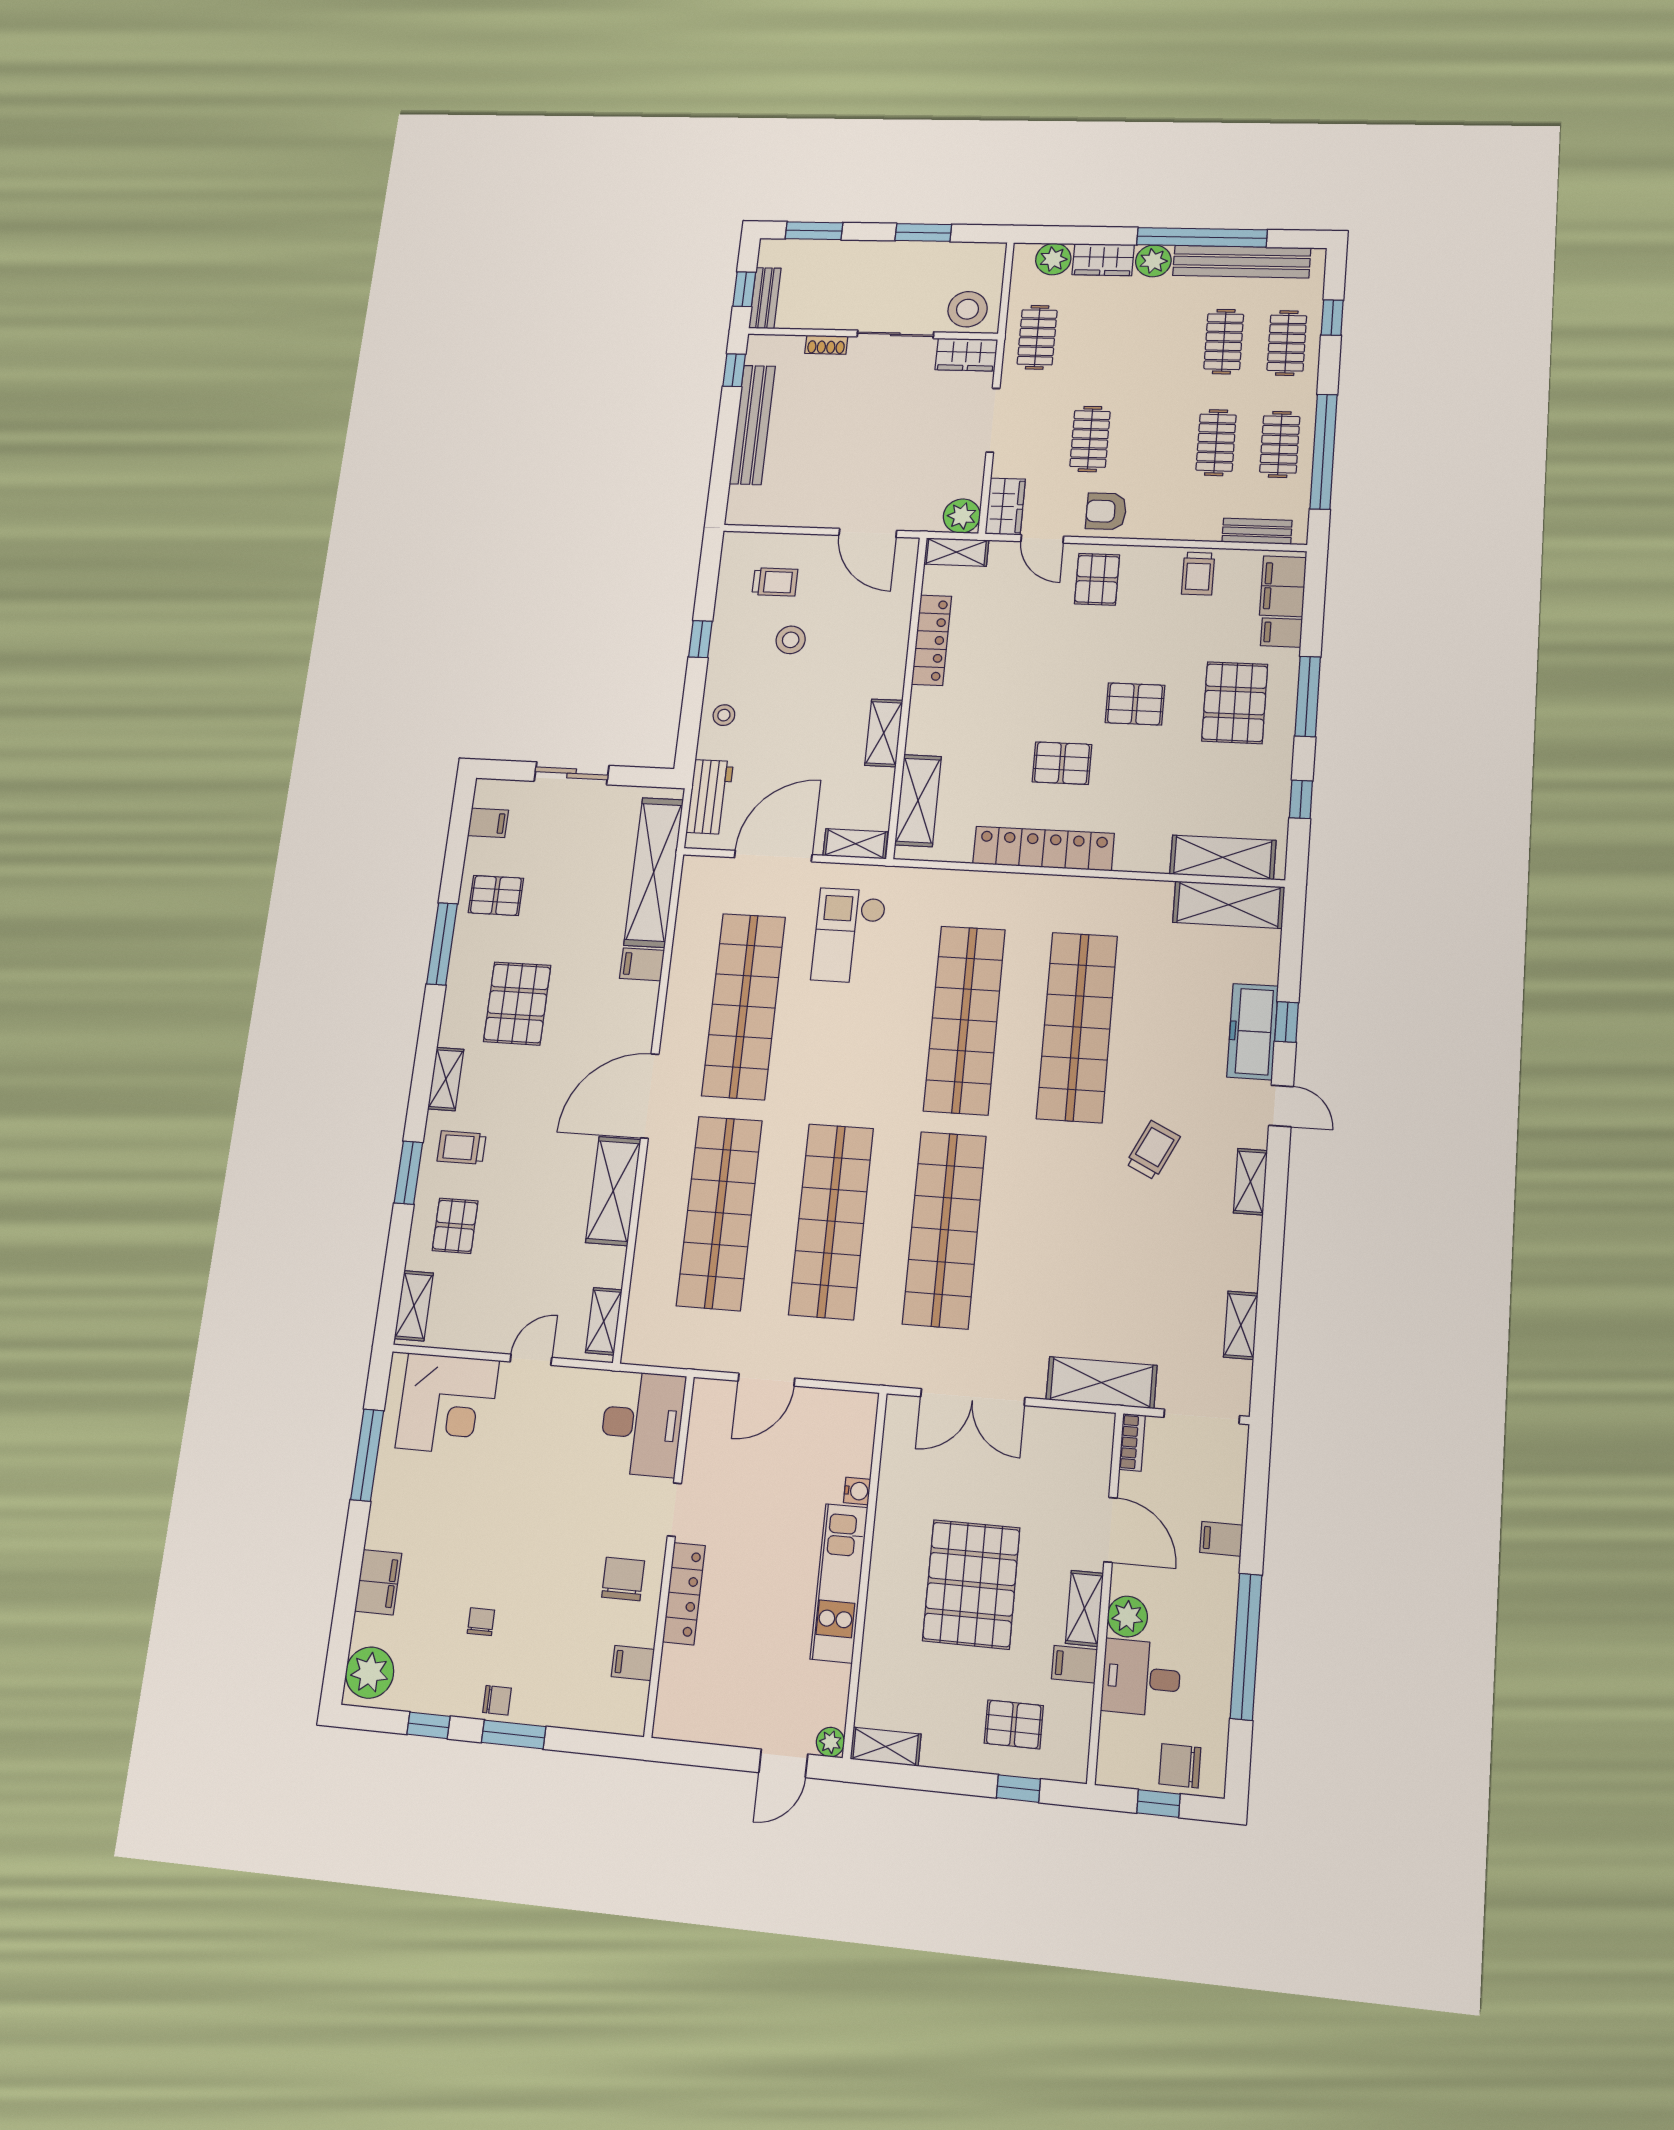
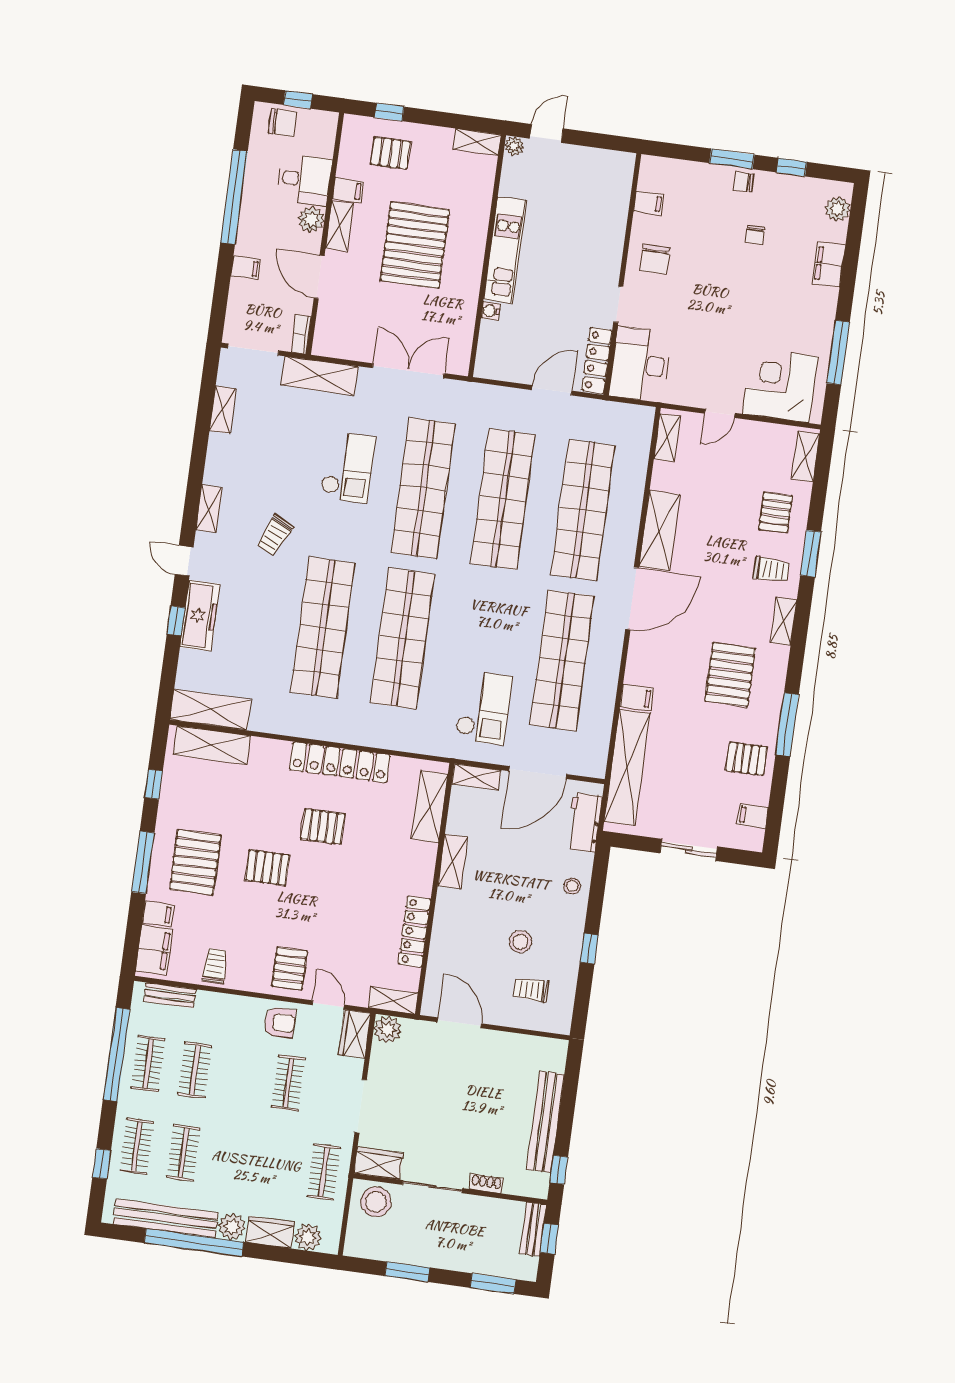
checkout: (1053, 1253) -> (348, 467), added
locker: (684, 1594) -> (597, 360), moved
plant: (370, 1673) -> (838, 209), width x0.73, depth x0.73

